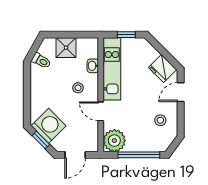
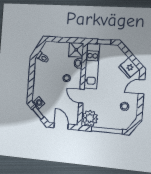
shower: (66, 48) -> (76, 50), moved
washing machine: (49, 126) -> (38, 103), width x0.53, depth x0.53
door: (75, 155) -> (61, 126), swing flipped

